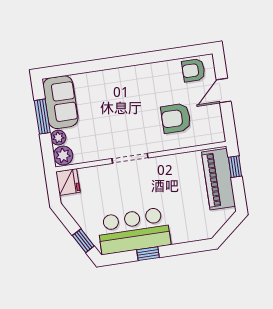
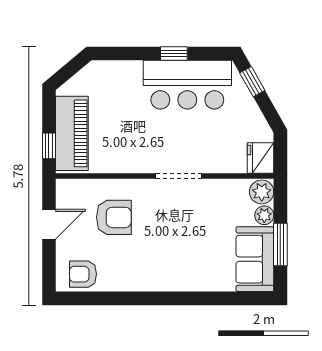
armchair: (193, 70) -> (83, 274), turned 180
door: (224, 91) -> (49, 224), moved

